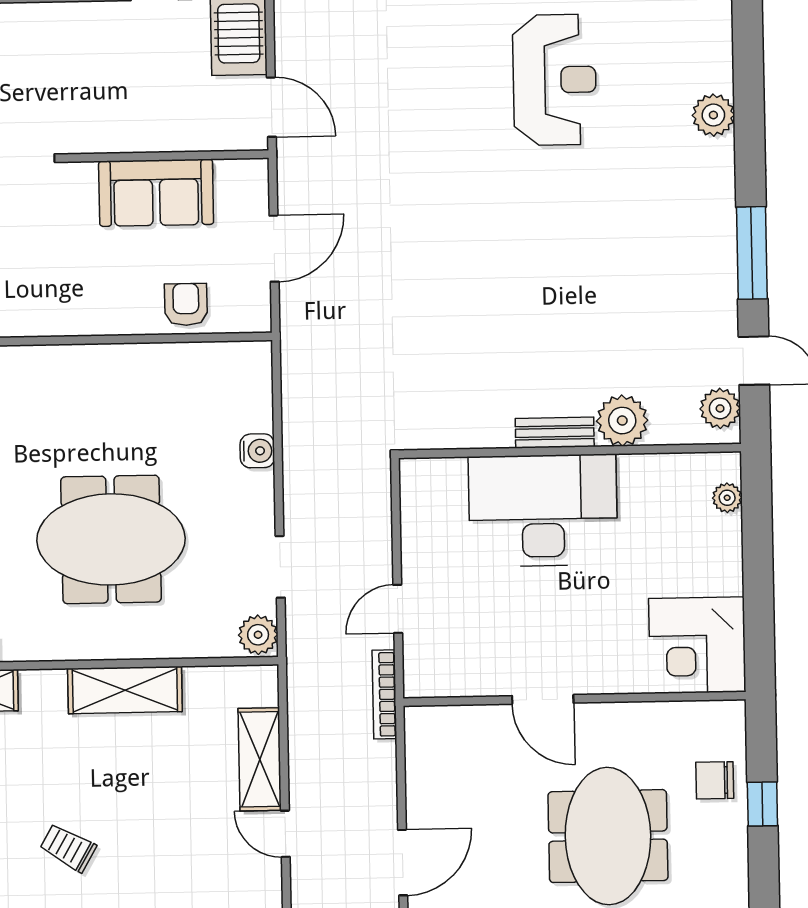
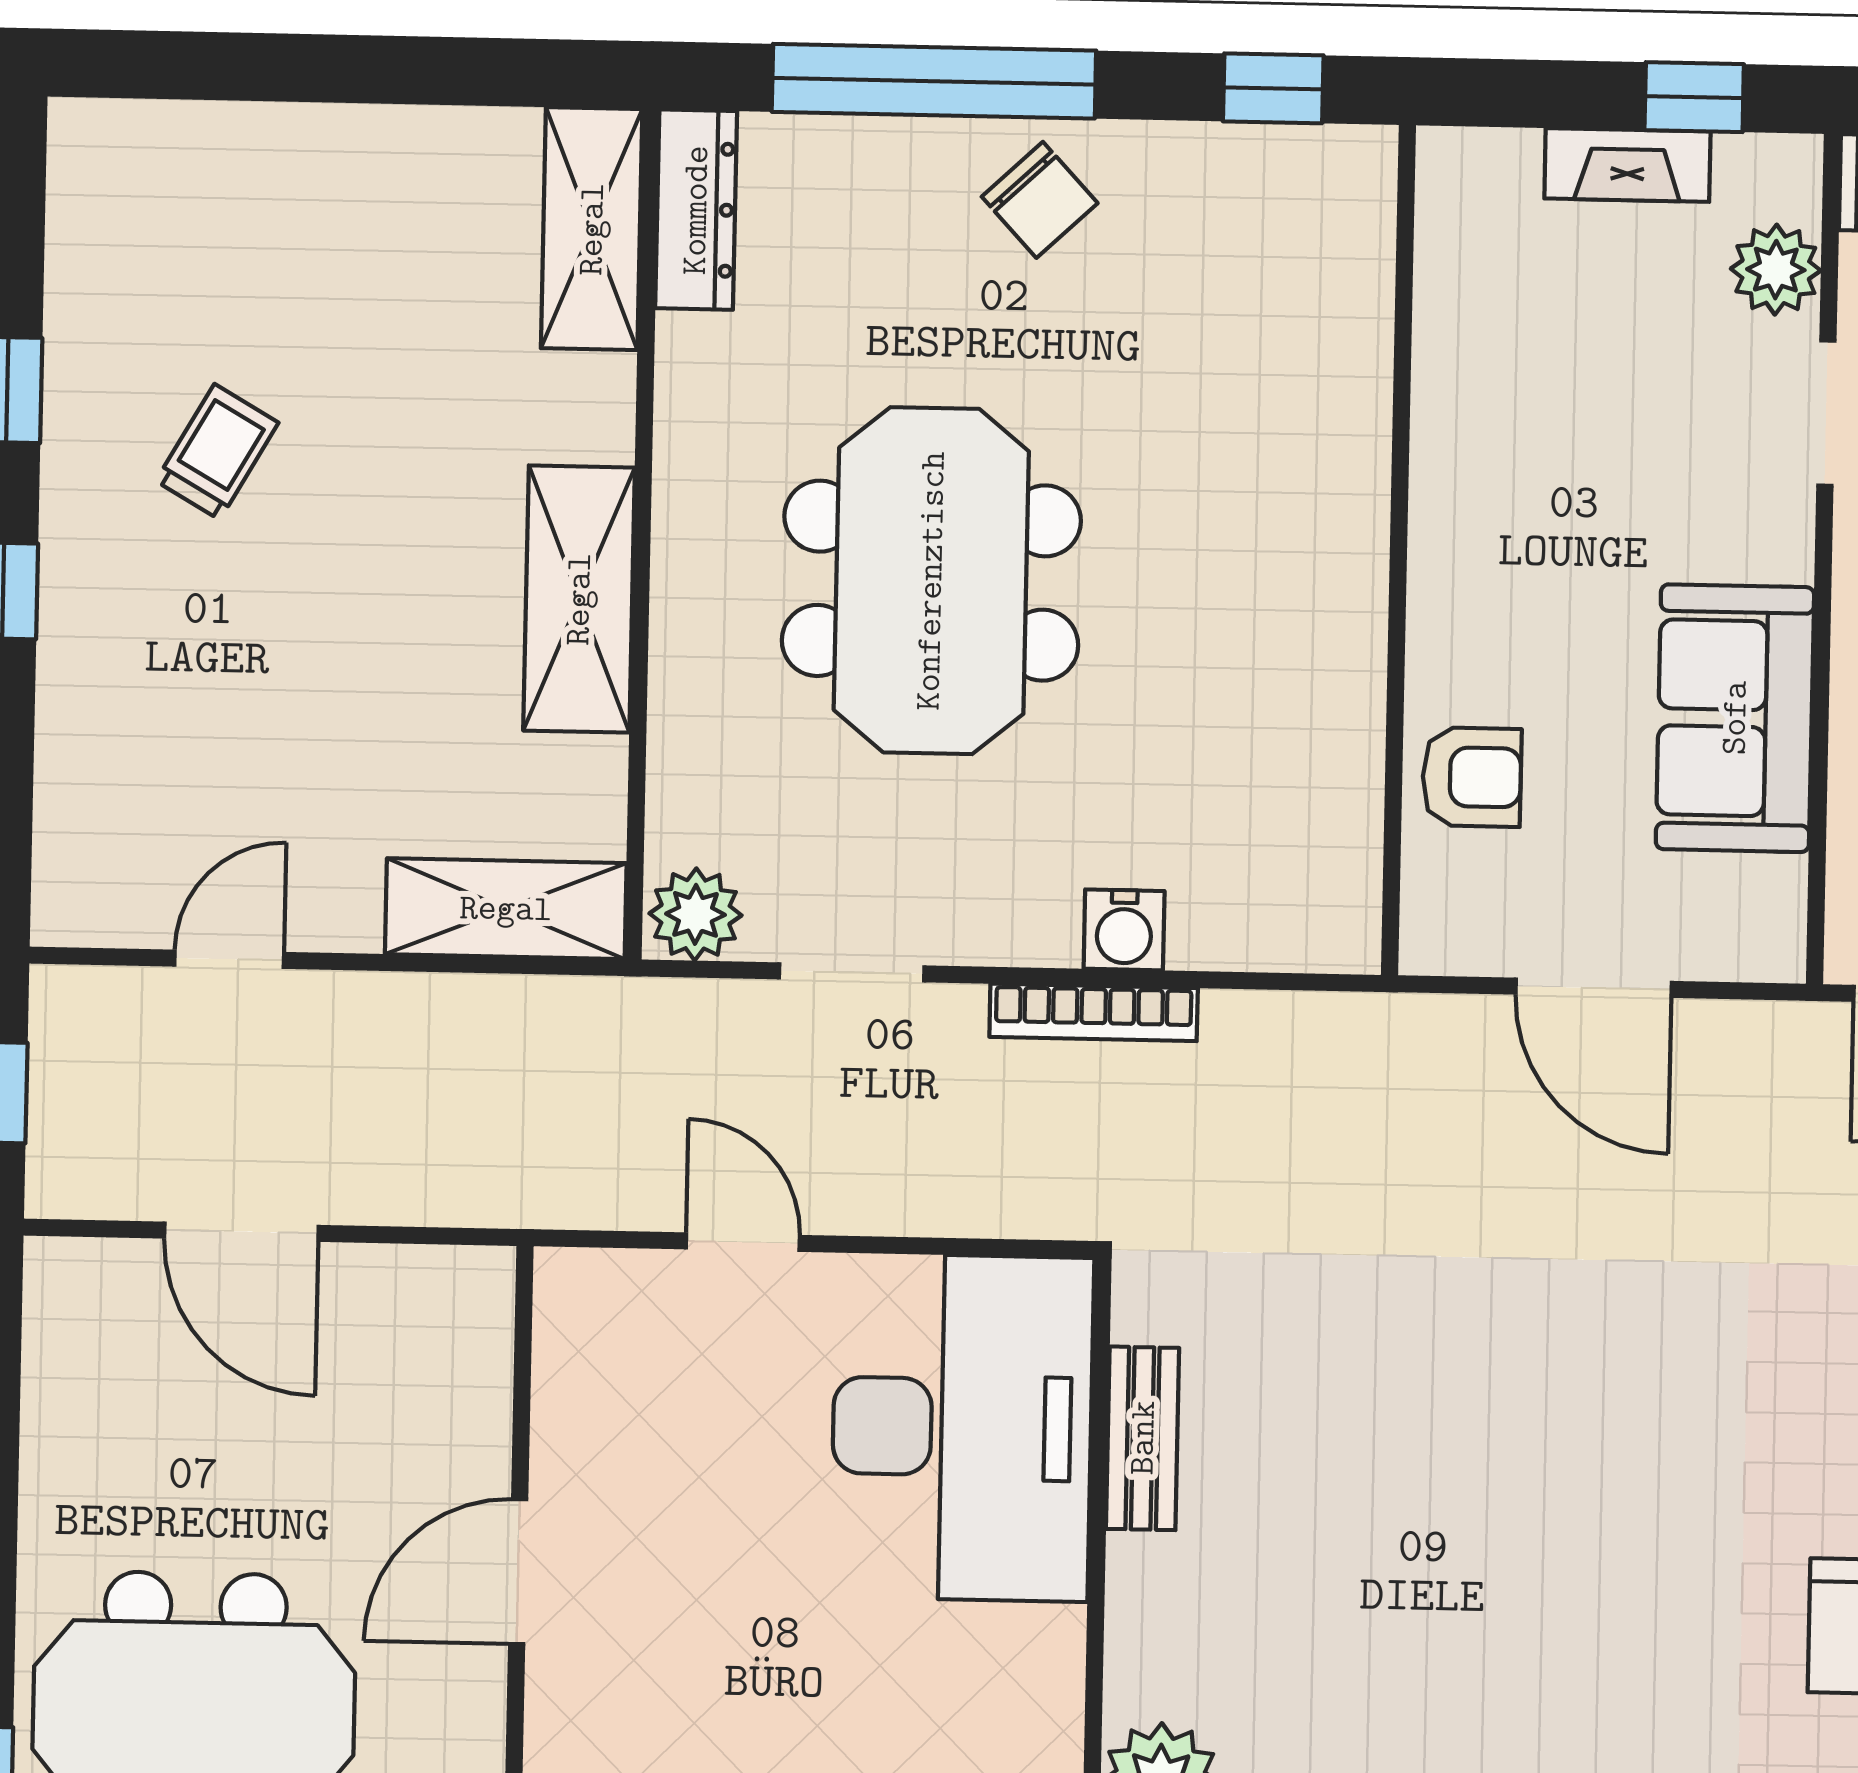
bench: (555, 433) -> (1143, 1438), moved
desk: (543, 510) -> (962, 1427), moved
bookcase: (384, 694) -> (1094, 1012), moved, turned 180
shelving: (260, 759) -> (506, 909), moved
door: (403, 863) -> (241, 1232), moved

